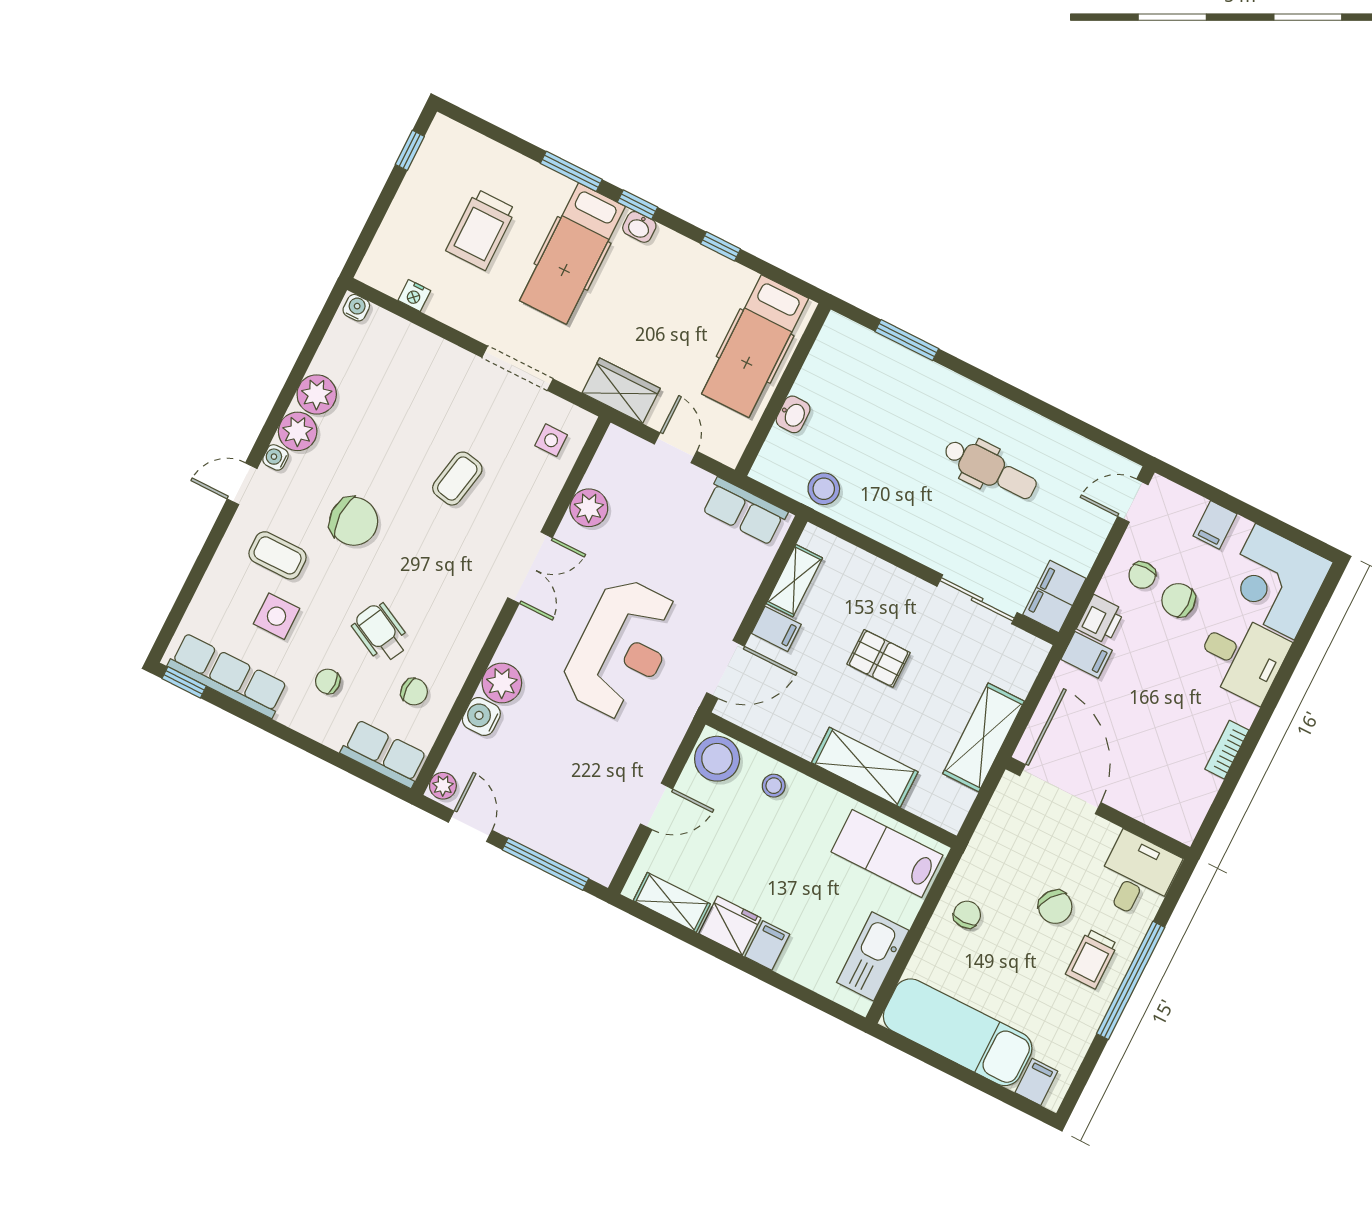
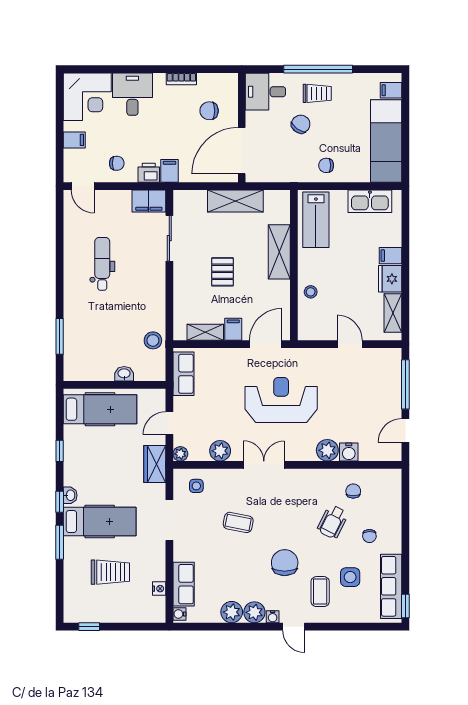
chair: (1178, 600) -> (209, 111), moved, turned 90
door: (725, 669) -> (266, 344), hinge flipped
row of seats: (384, 754) -> (184, 584), moved, turned 180
stool: (717, 759) -> (311, 326), removed
plant: (443, 786) -> (180, 454), moved

